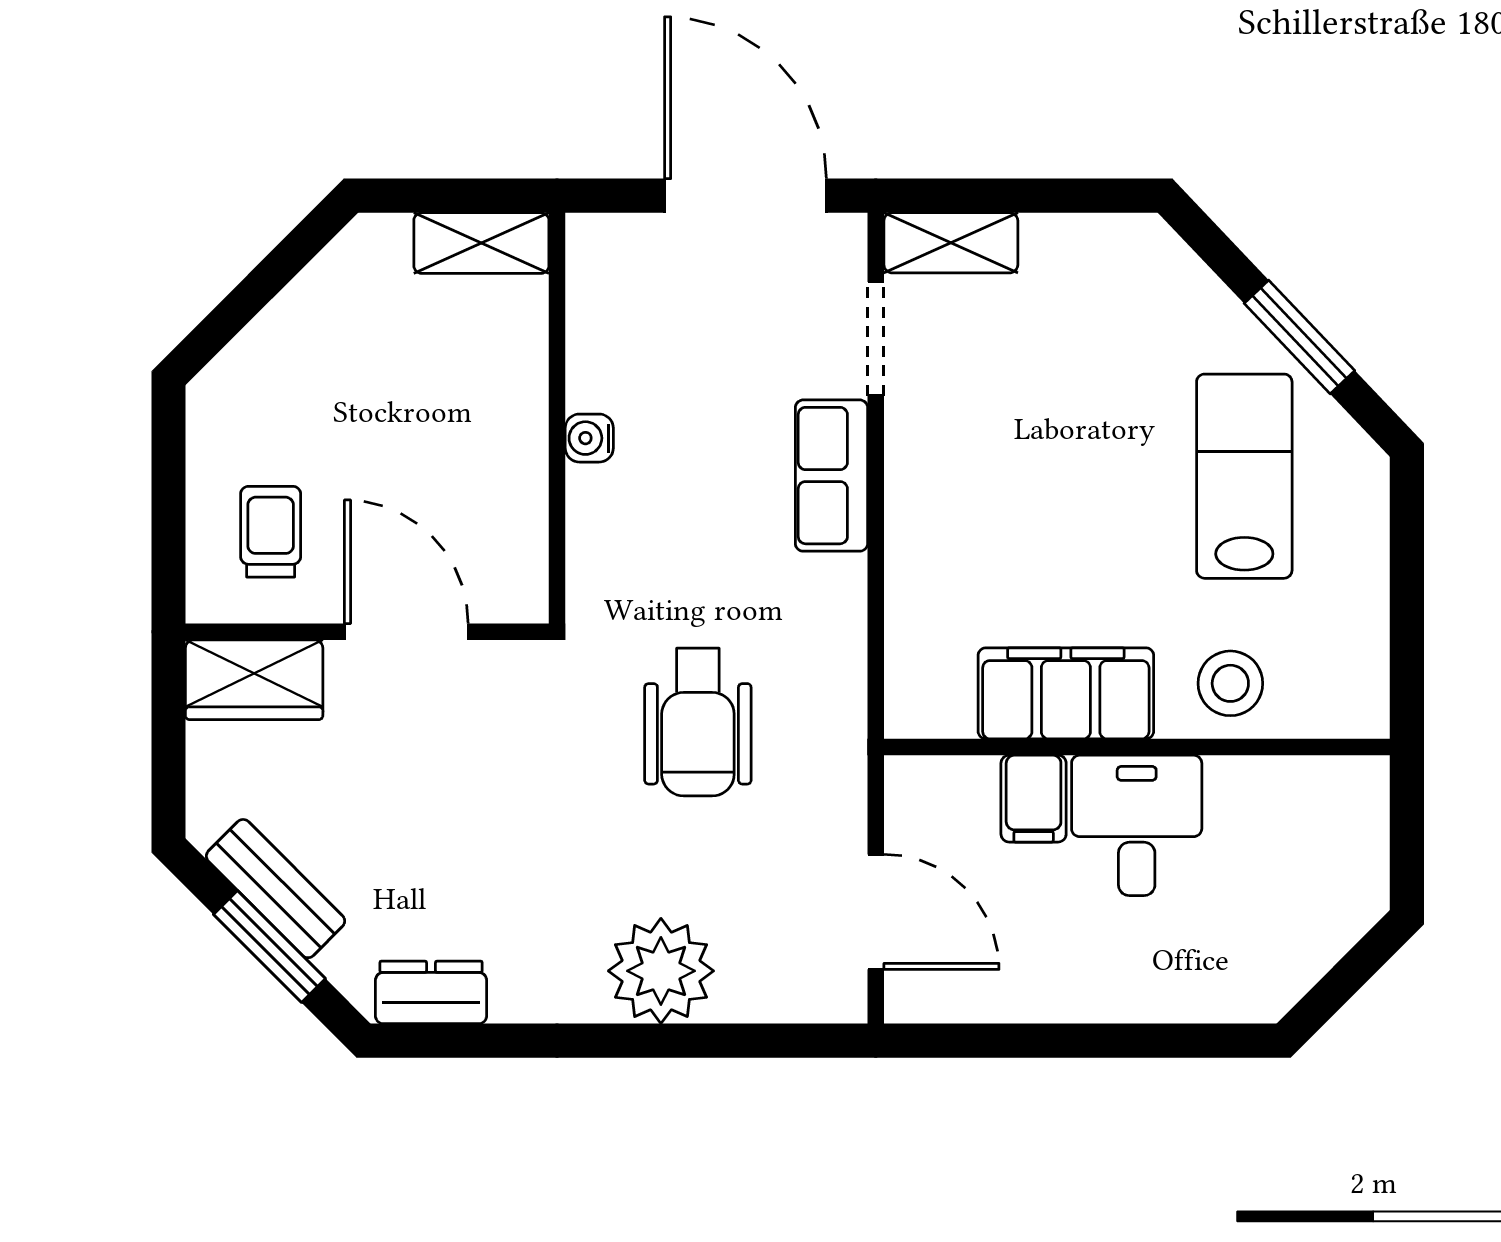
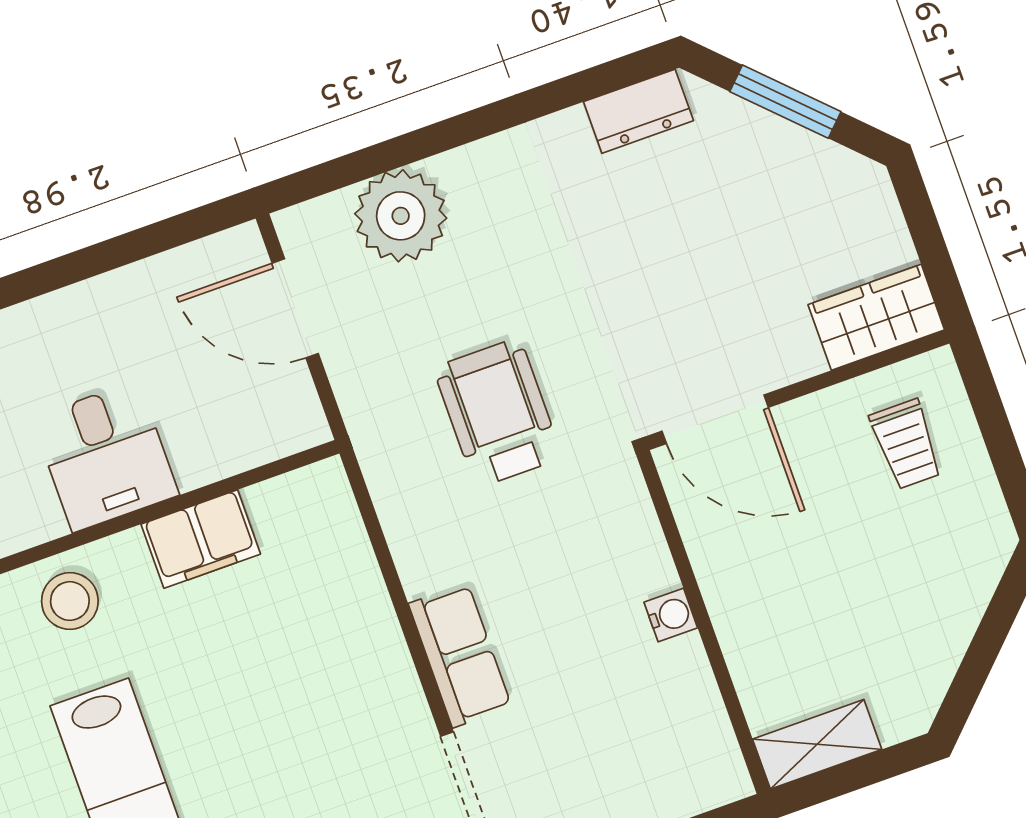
door: (406, 632) -> (715, 419), moved
filing cabinet: (1066, 693) -> (201, 539), width x0.67, depth x0.86
filing cabinet: (1034, 799) -> (198, 448), removed
bench: (276, 889) -> (797, 151), removed
plant: (661, 971) -> (401, 216), moved

